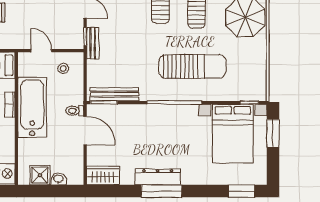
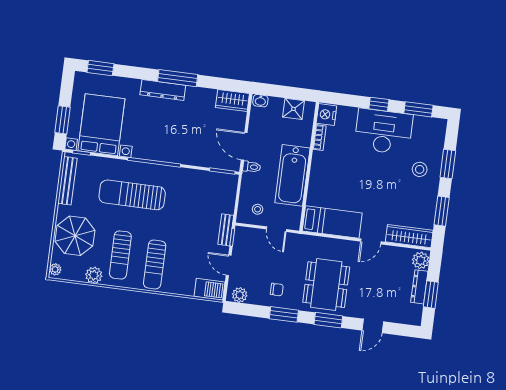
bench: (114, 94) -> (67, 181), moved, turned 90
bookcase: (10, 104) -> (319, 138), moved
dresser: (158, 177) -> (163, 90), moved
washbasin: (58, 179) -> (260, 101), moved

